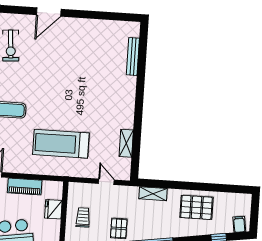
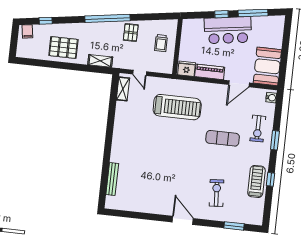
door: (49, 12) -> (183, 220), hinge flipped
shelving: (126, 143) -> (123, 89), moved
fridge: (53, 209) -> (187, 69), moved, turned -90

